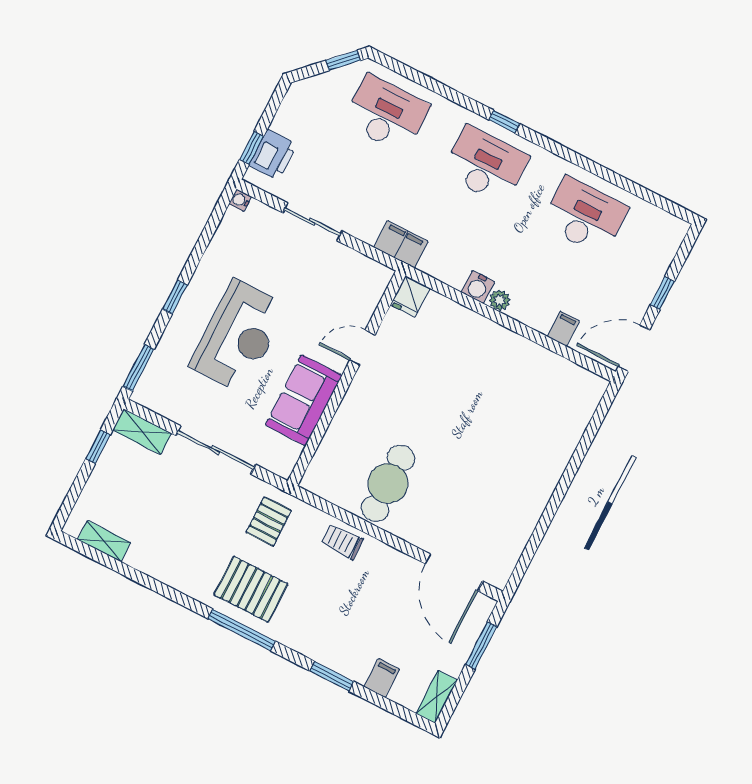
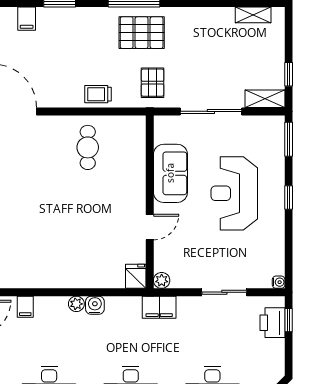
plant: (381, 275) -> (162, 280), added
cafe table: (388, 483) -> (88, 147), width x0.73, depth x0.74
trolley: (342, 542) -> (98, 94), turned 180

